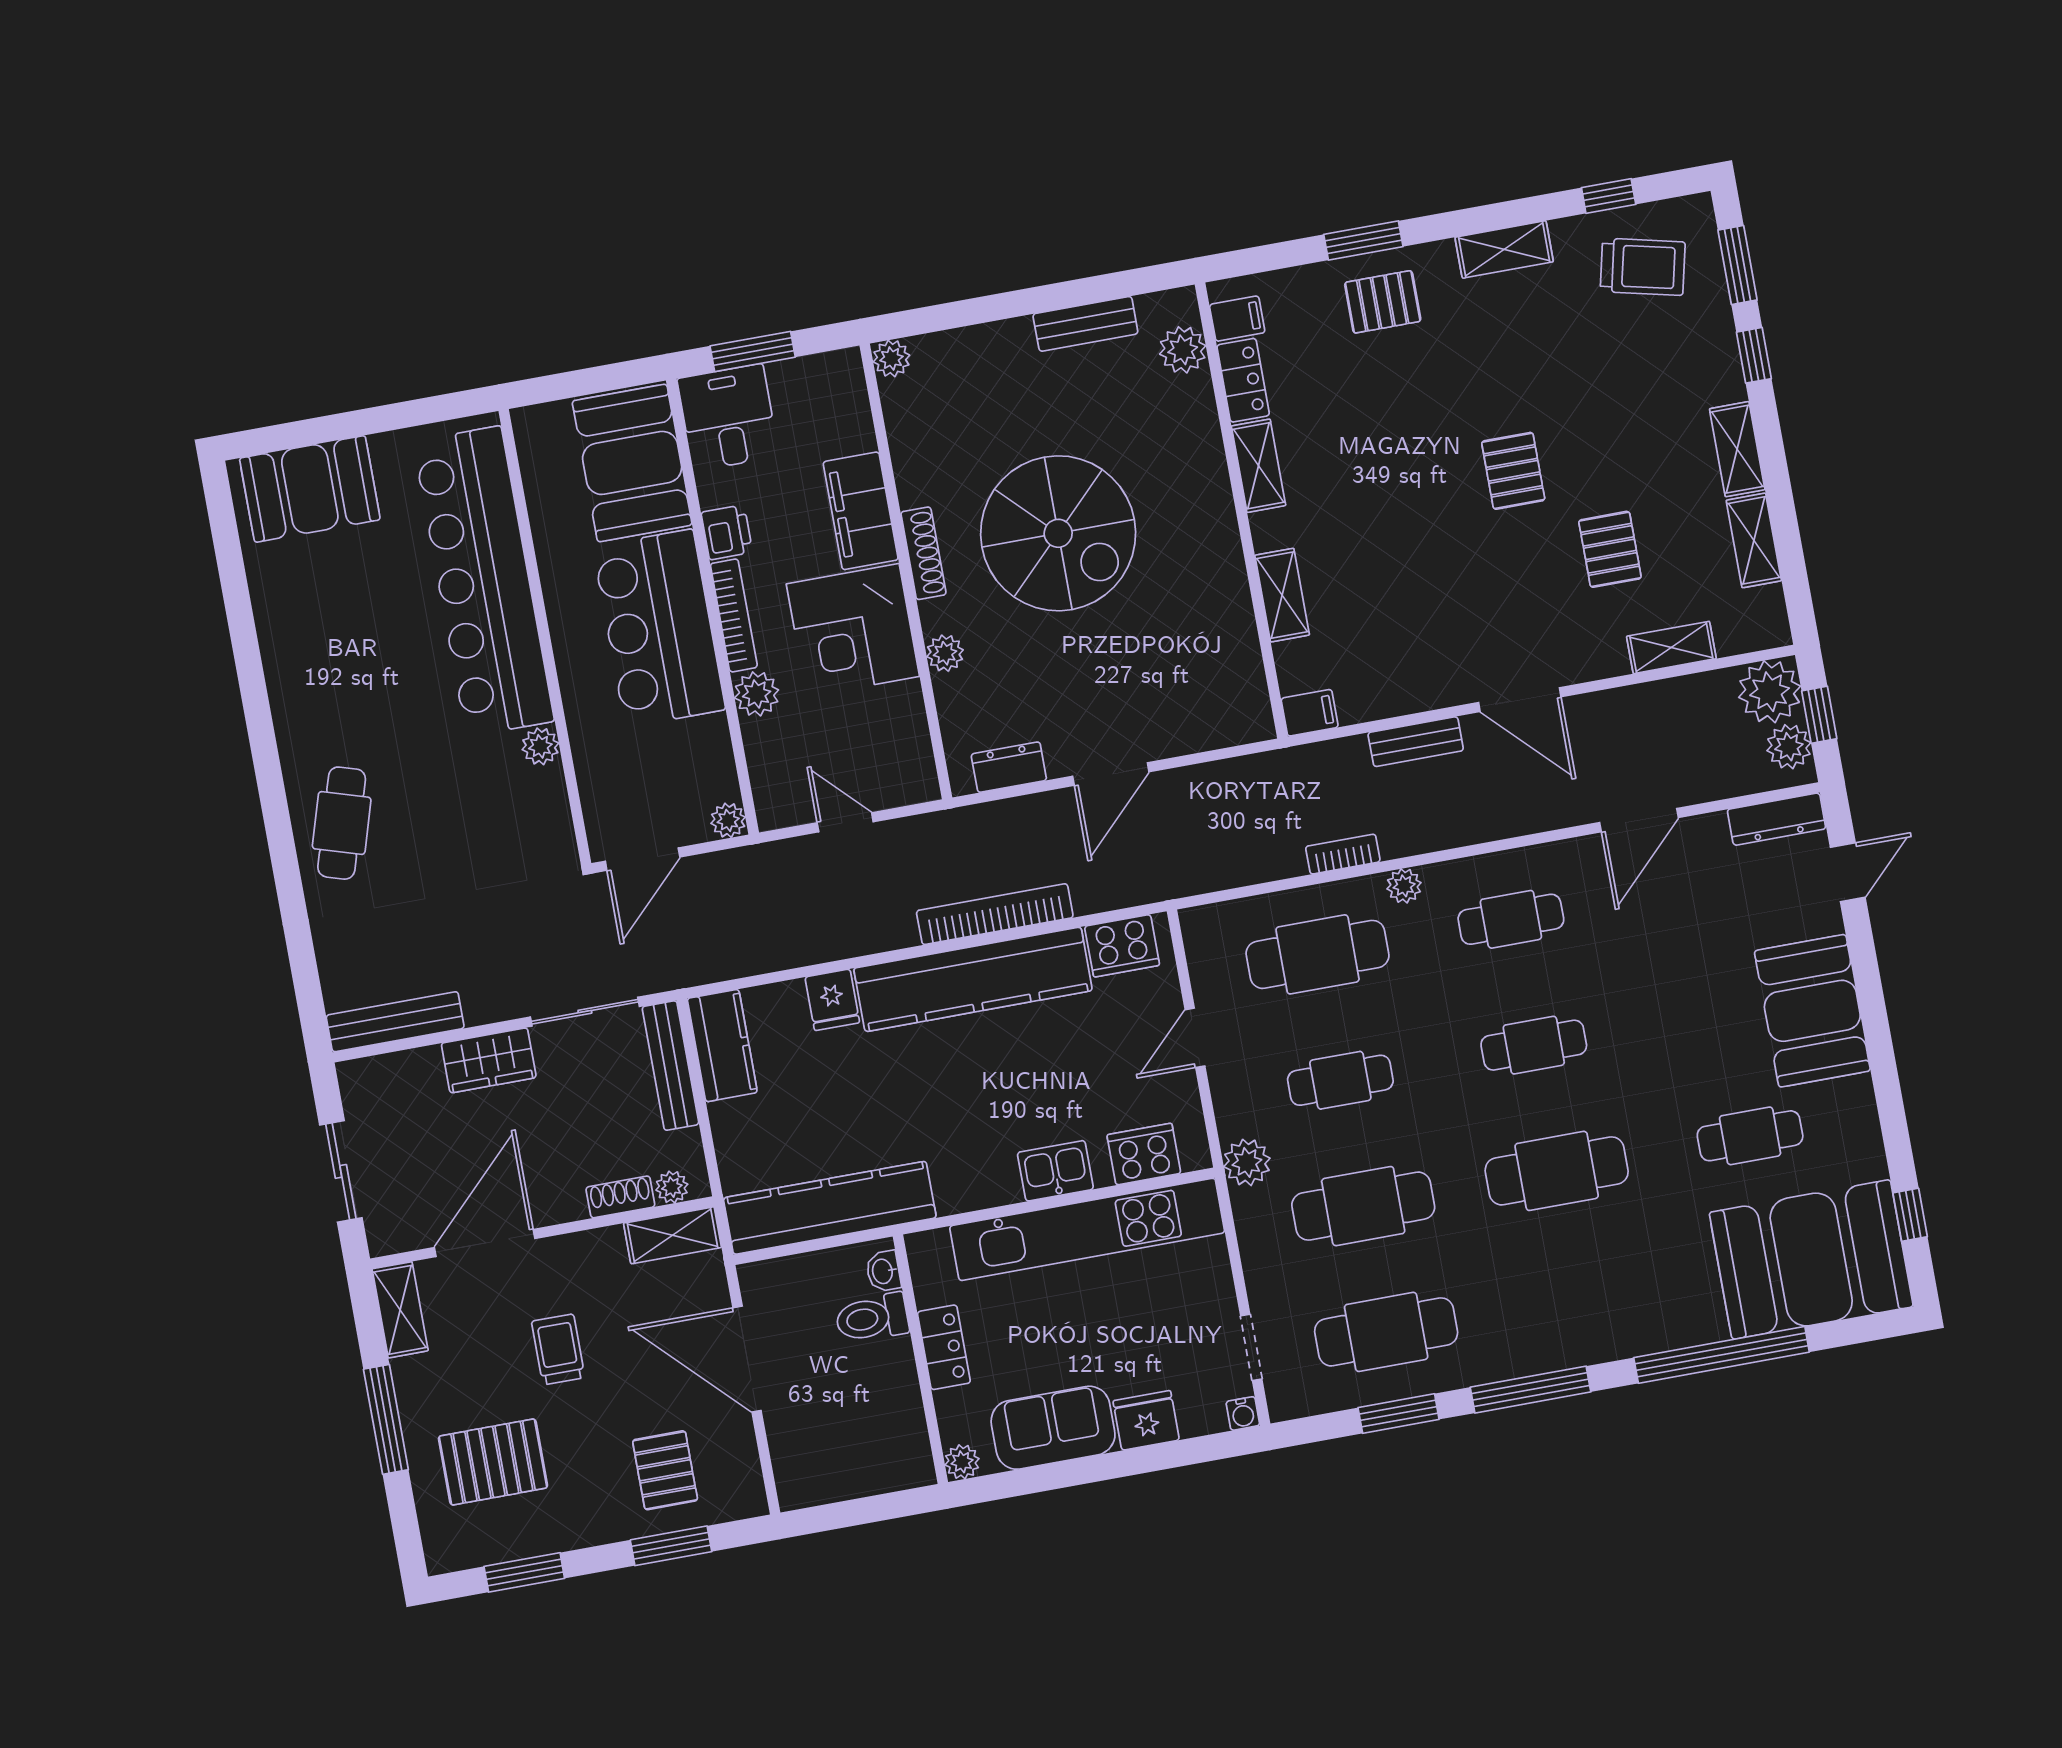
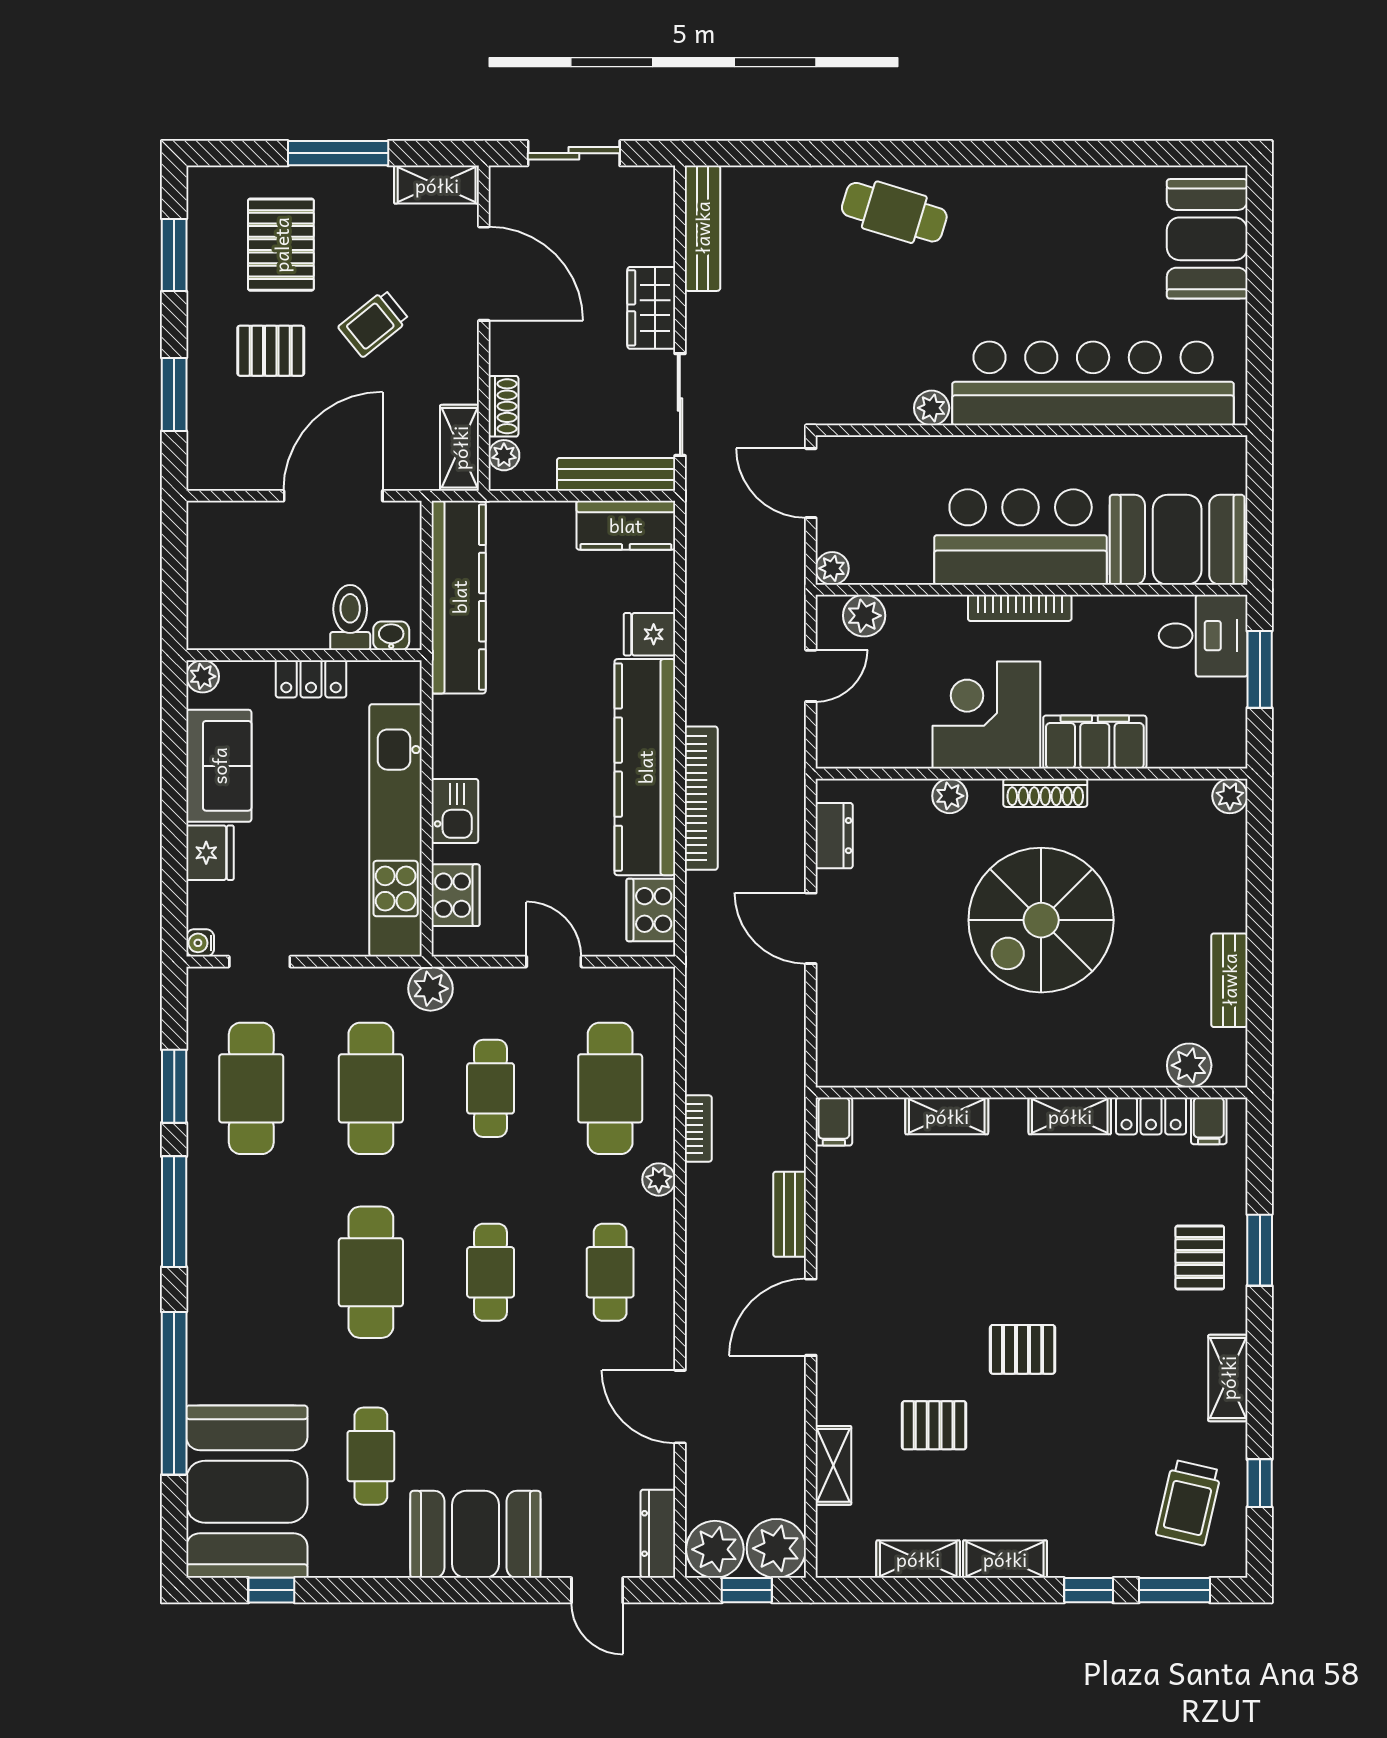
printer: (727, 532) -> (1097, 615), removed
plant: (757, 694) -> (864, 616), moved
plant: (1789, 747) -> (715, 1549), width x1.36, depth x1.36
trolley: (558, 1349) -> (374, 323), turned 141
pallet: (665, 1470) -> (271, 351), moved

